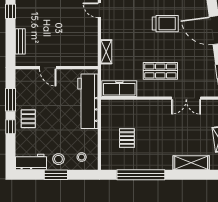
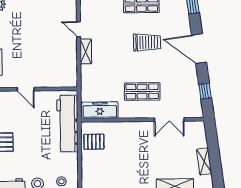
shelving: (106, 52) -> (86, 51), moved
pallet: (127, 138) -> (94, 142), moved, turned 90

